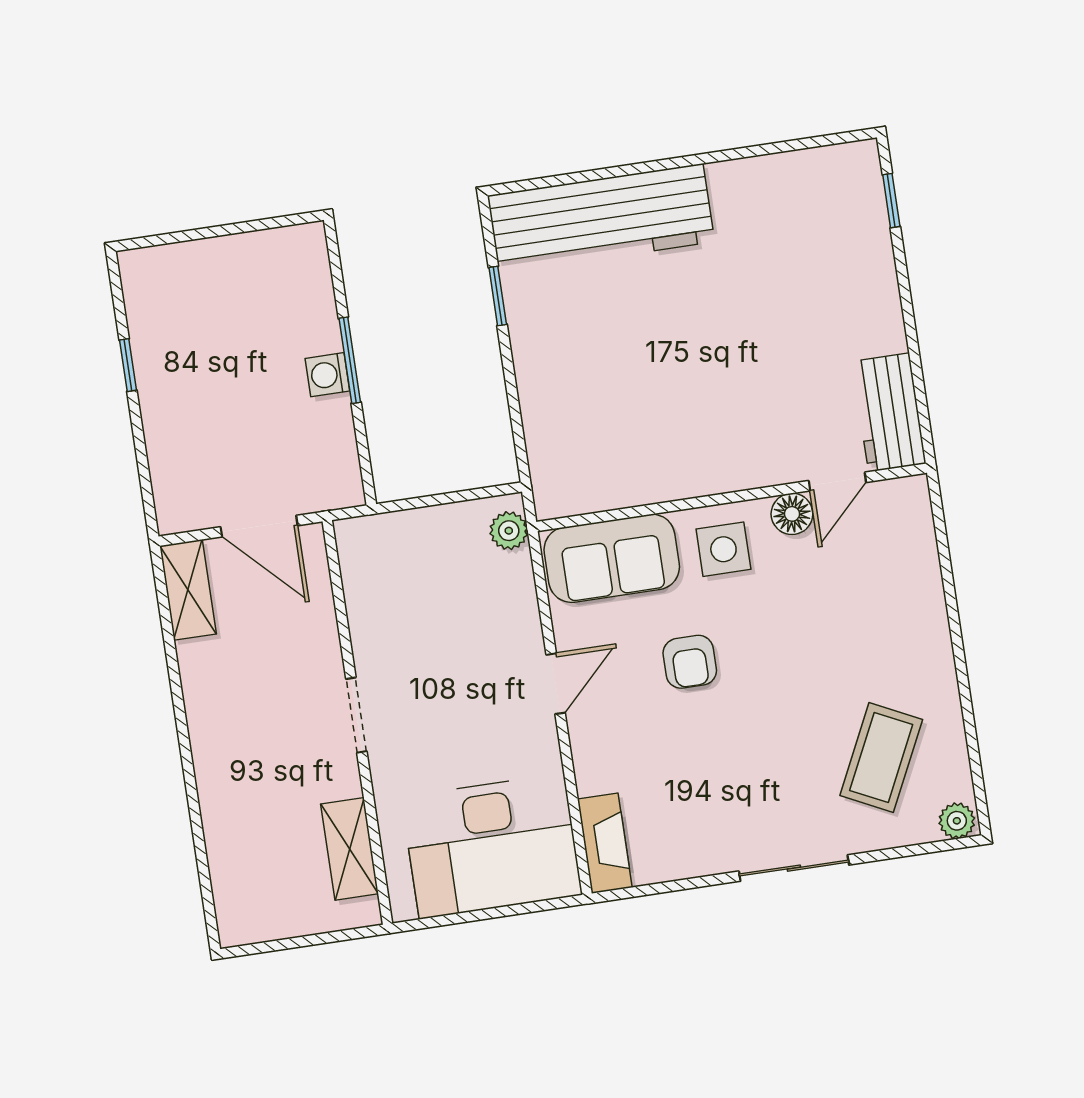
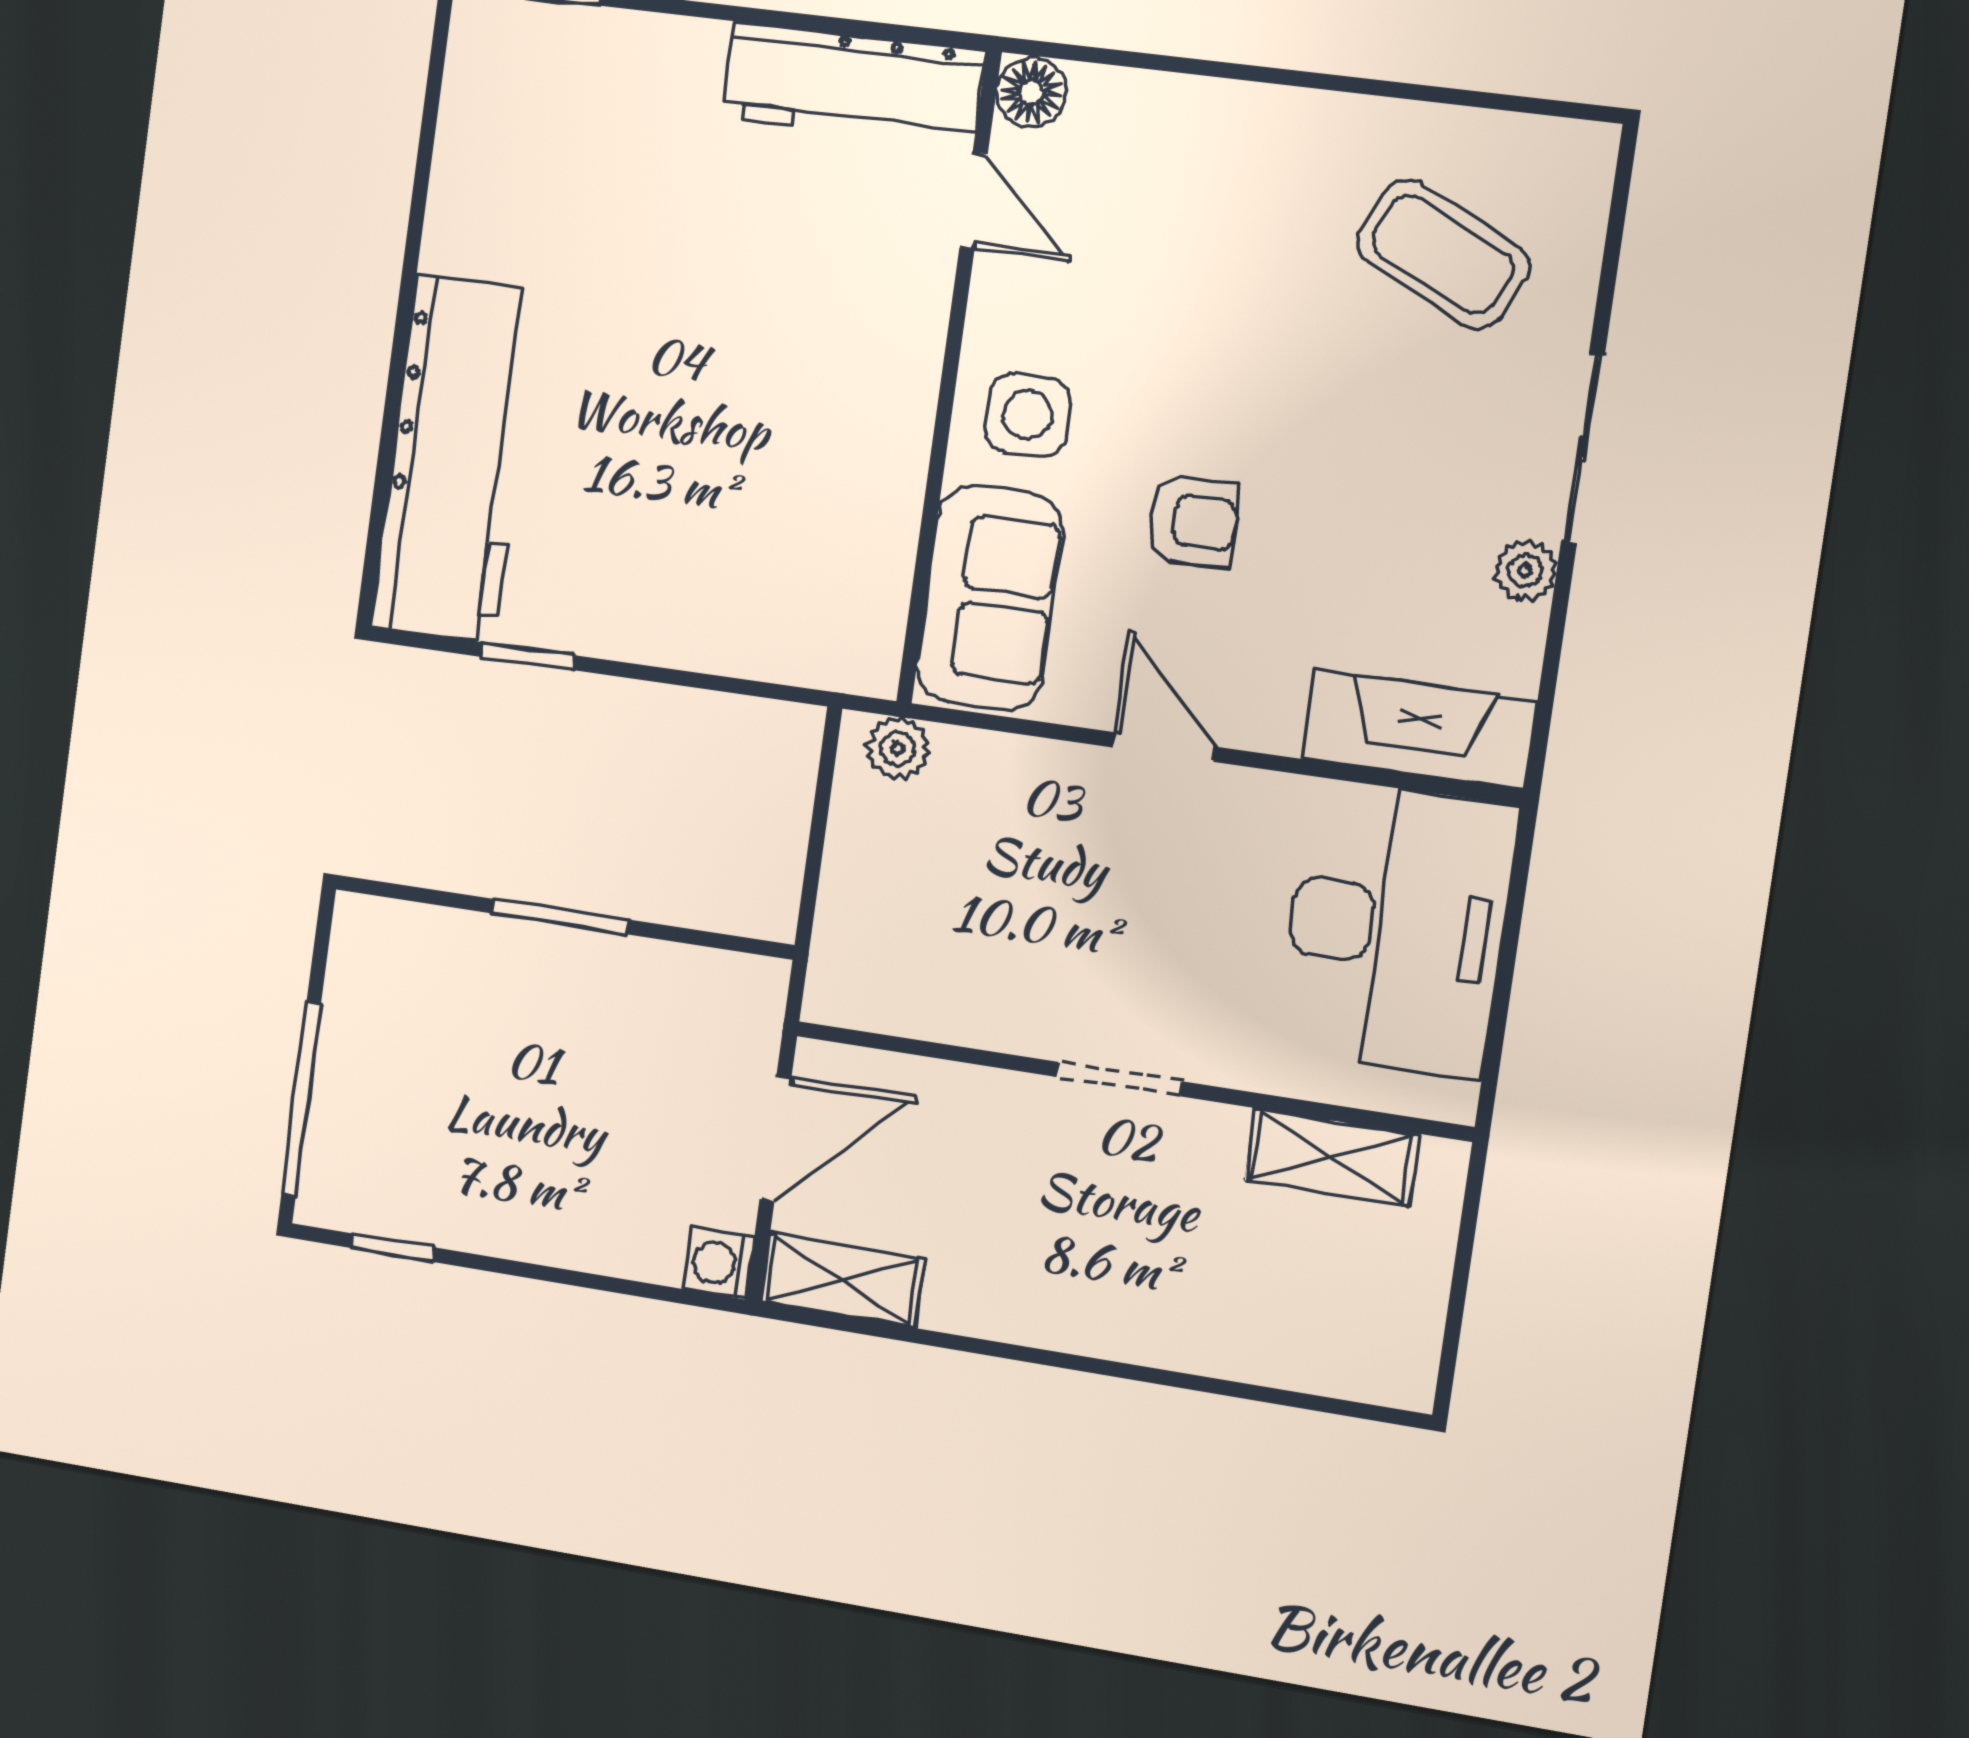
window: (192, 235) -> (301, 1099), added
window: (128, 365) -> (393, 1248), moved
washing machine: (327, 375) -> (719, 1263), moved, turned 90
workbench: (889, 412) -> (854, 84), width x1.38
floor lamp: (792, 514) -> (1031, 92), moved
plant: (957, 821) -> (1525, 570), moved
fireplace: (605, 843) -> (1419, 730), width x1.37, depth x1.32

